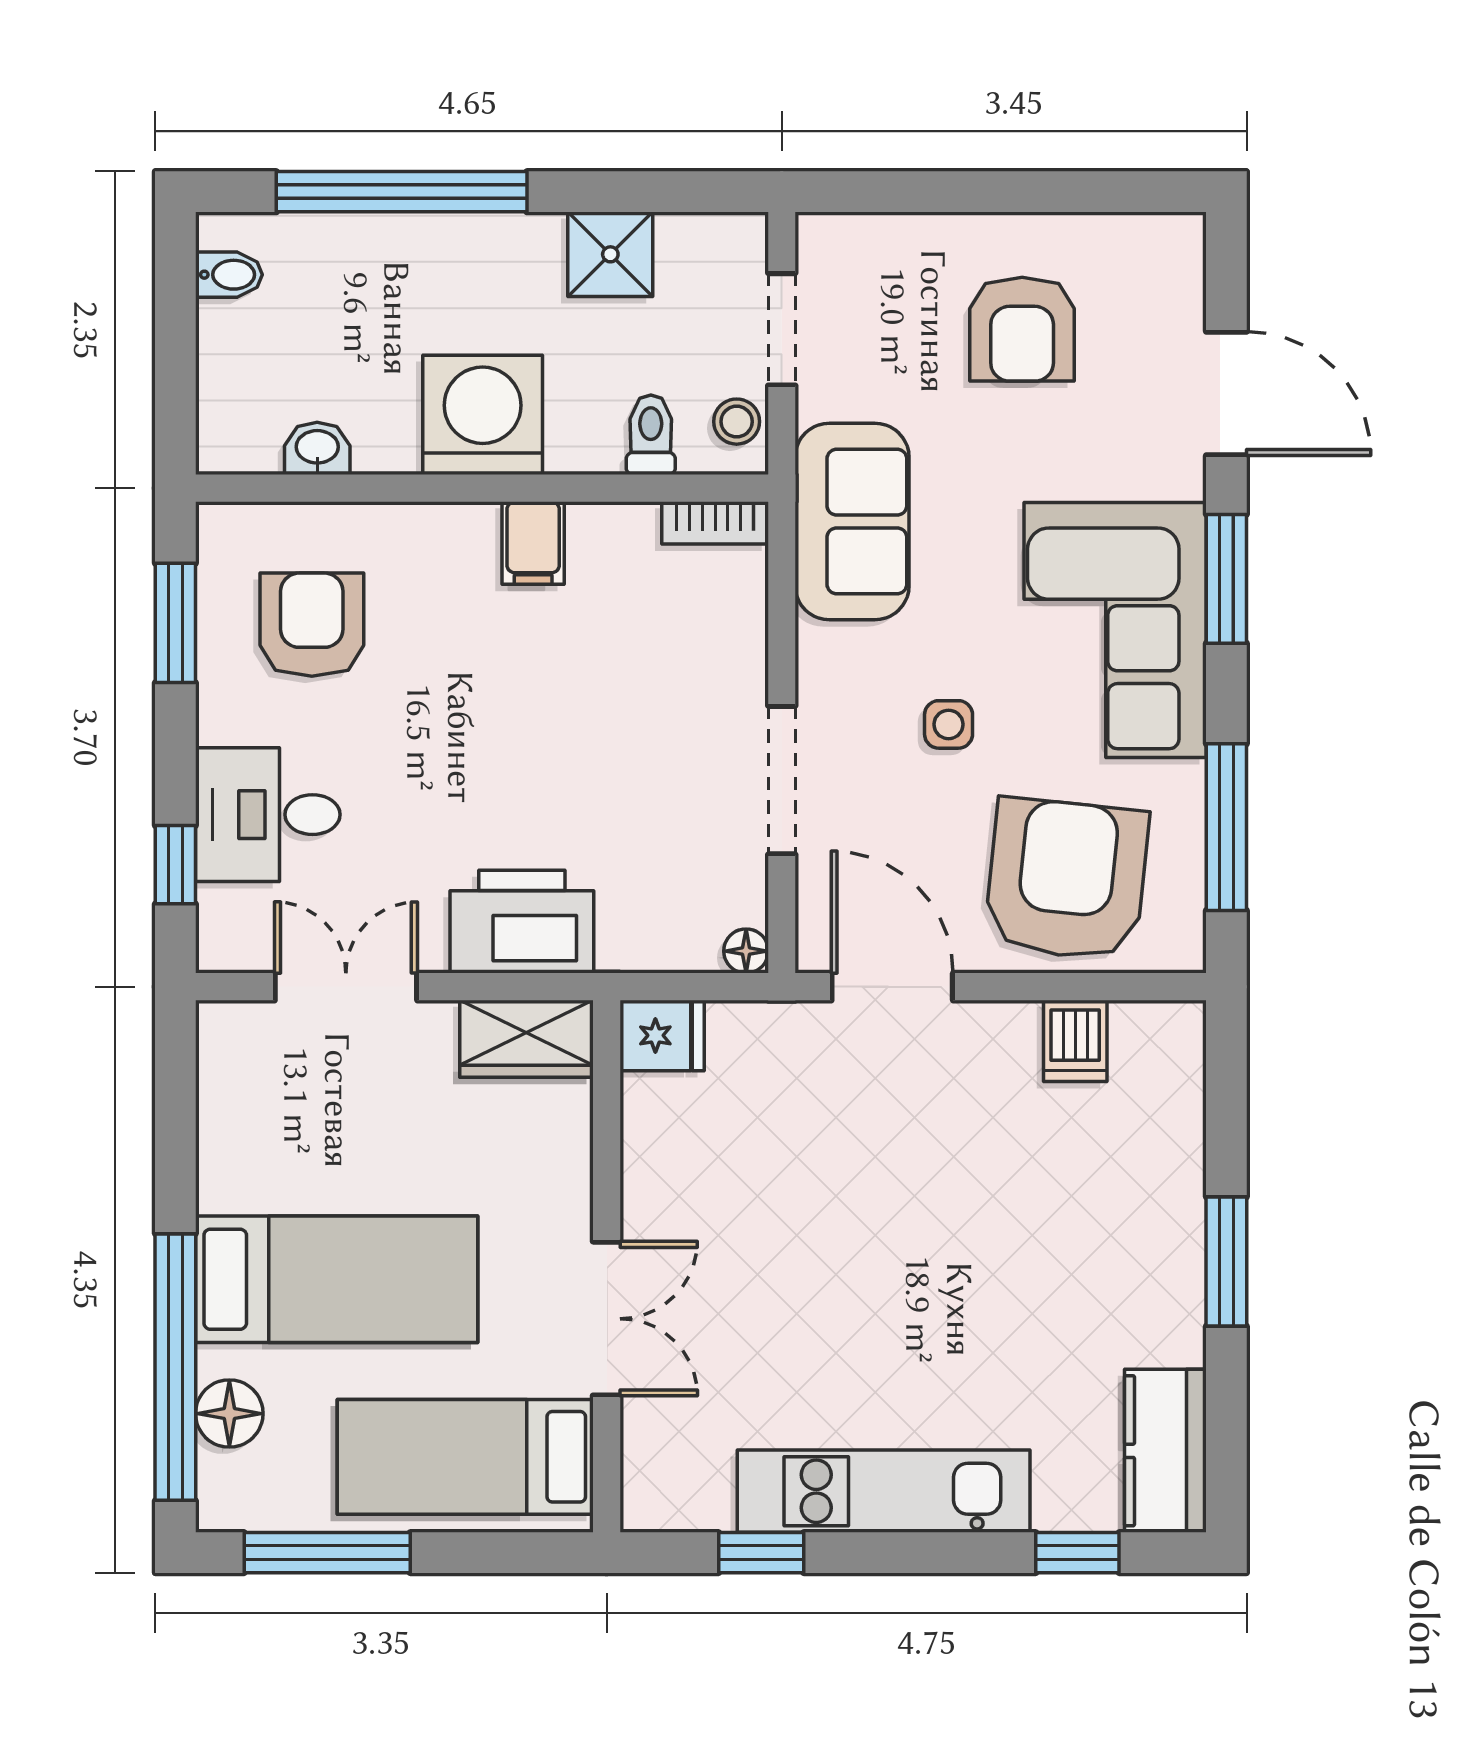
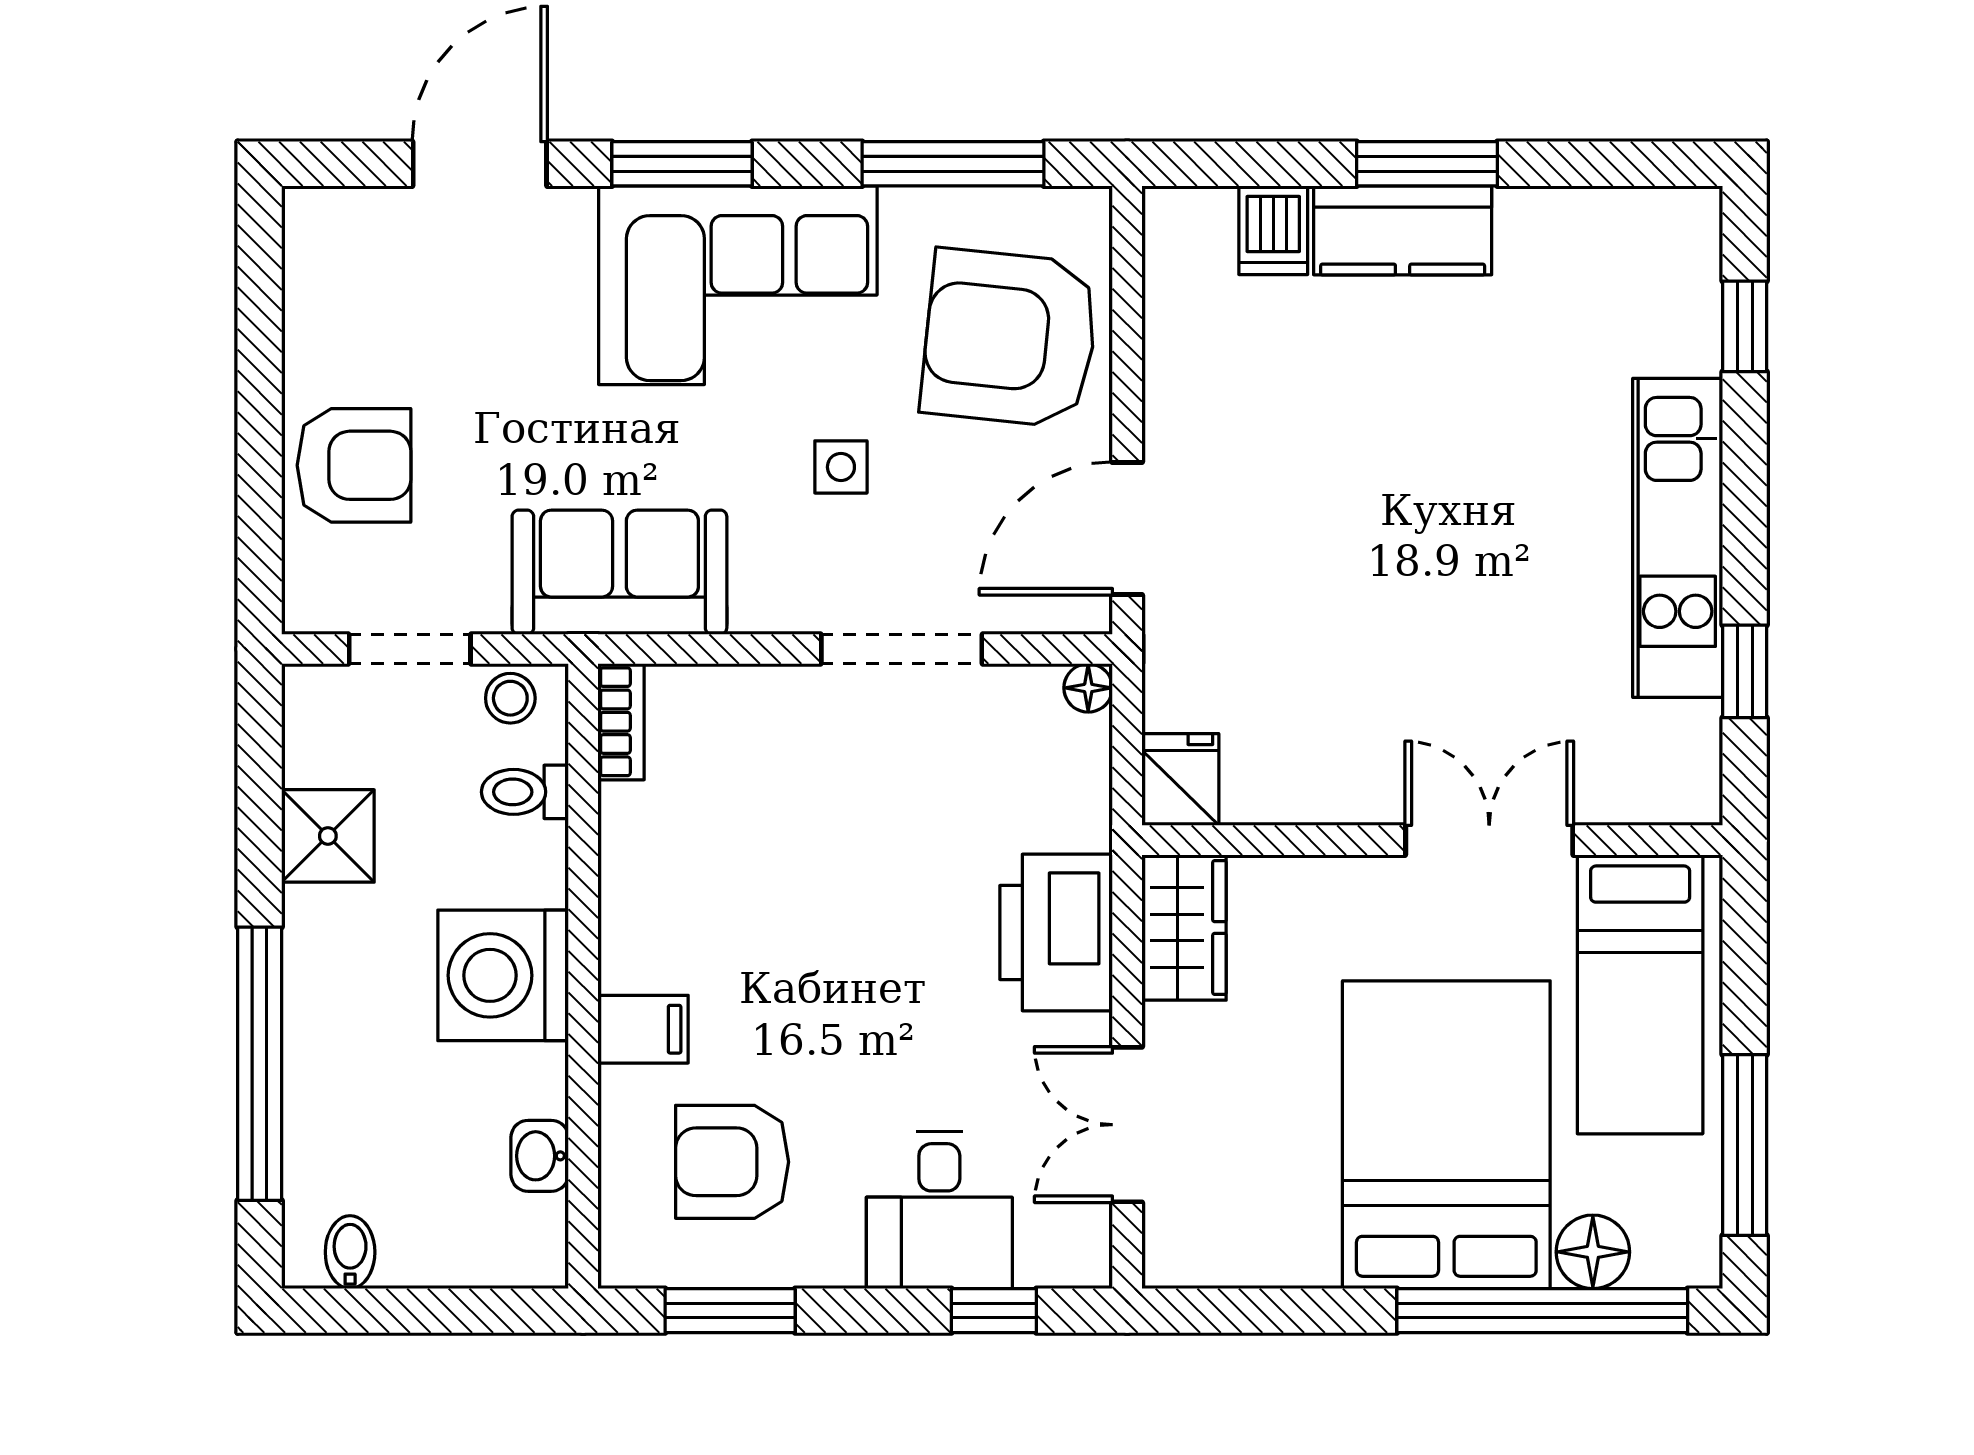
armchair: (1022, 329) -> (354, 465), moved
filing cabinet: (533, 543) -> (643, 1029), moved
dishwasher: (1075, 1041) -> (1273, 230), moved, turned 90
bed: (337, 1279) -> (1446, 1135), width x1.50
kitchen counter: (1165, 1451) -> (1403, 230), moved

